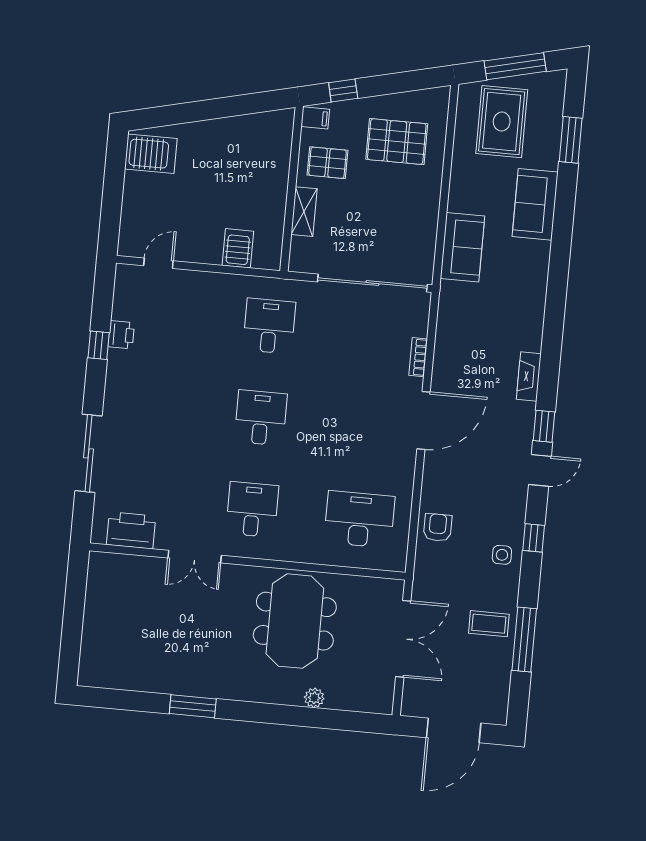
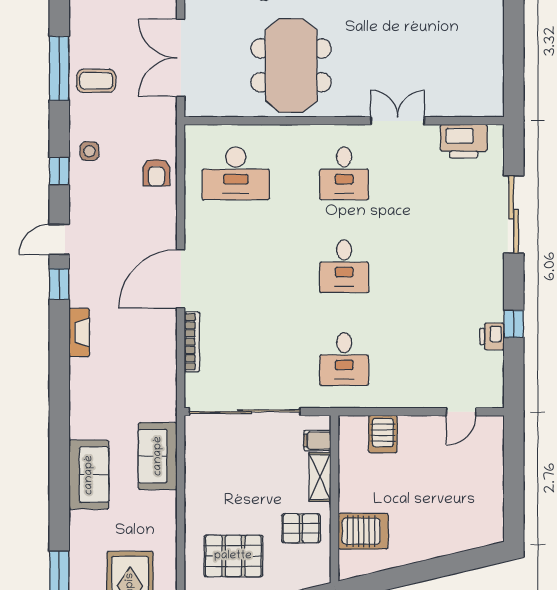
filing cabinet: (315, 118) -> (317, 441), moved
server rack: (151, 154) -> (363, 531), moved, turned 180
sofa: (535, 204) -> (89, 475), moved
bookcase: (418, 357) -> (192, 342), width x1.56

